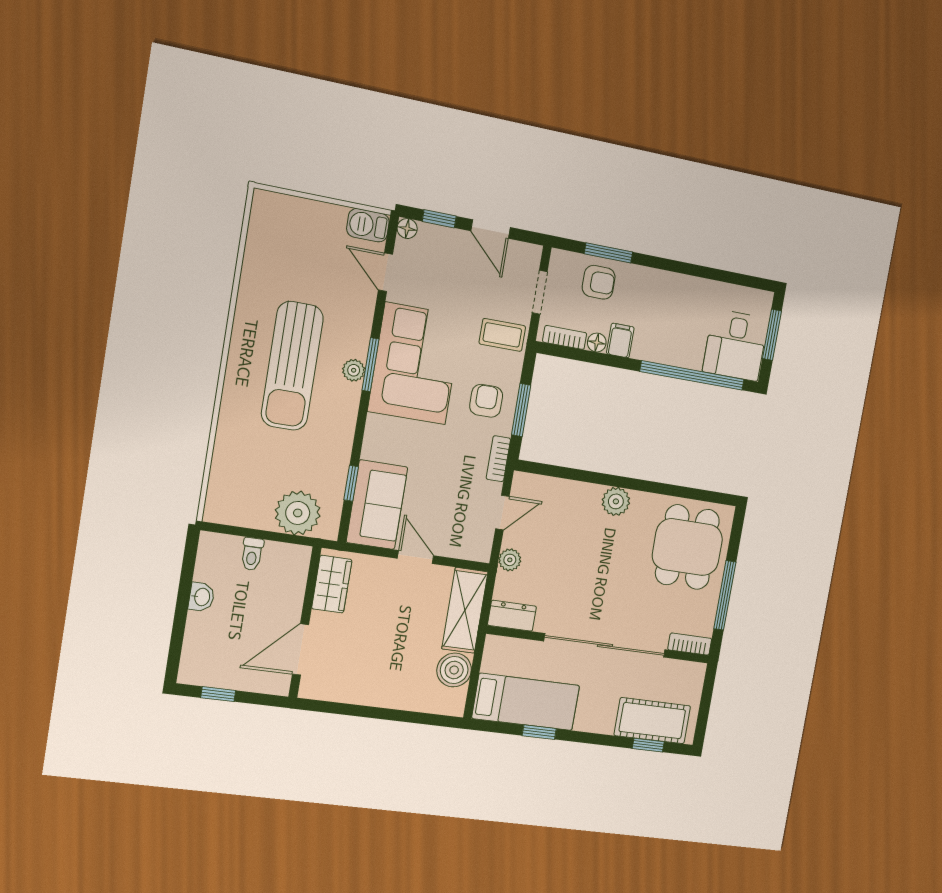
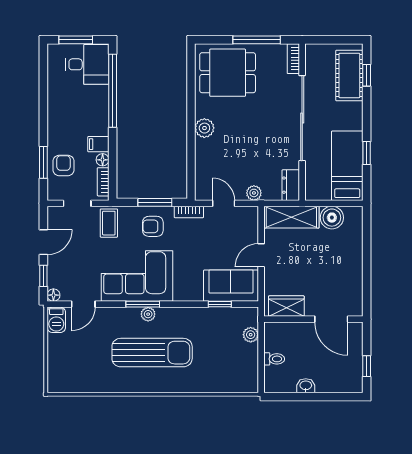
plant: (298, 513) -> (251, 335), width x0.53, depth x0.53

